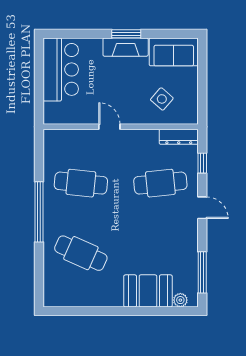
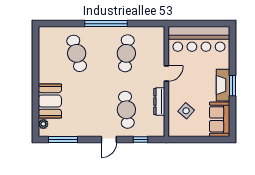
bar counter: (61, 69) -> (199, 39), width x1.36
dresser: (179, 137) -> (159, 102), moved
cafe table: (81, 253) -> (77, 53), turned -39

